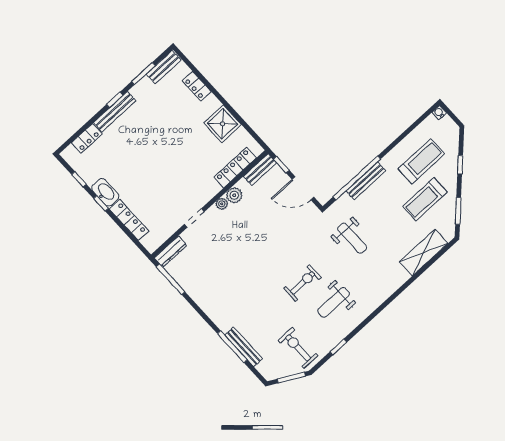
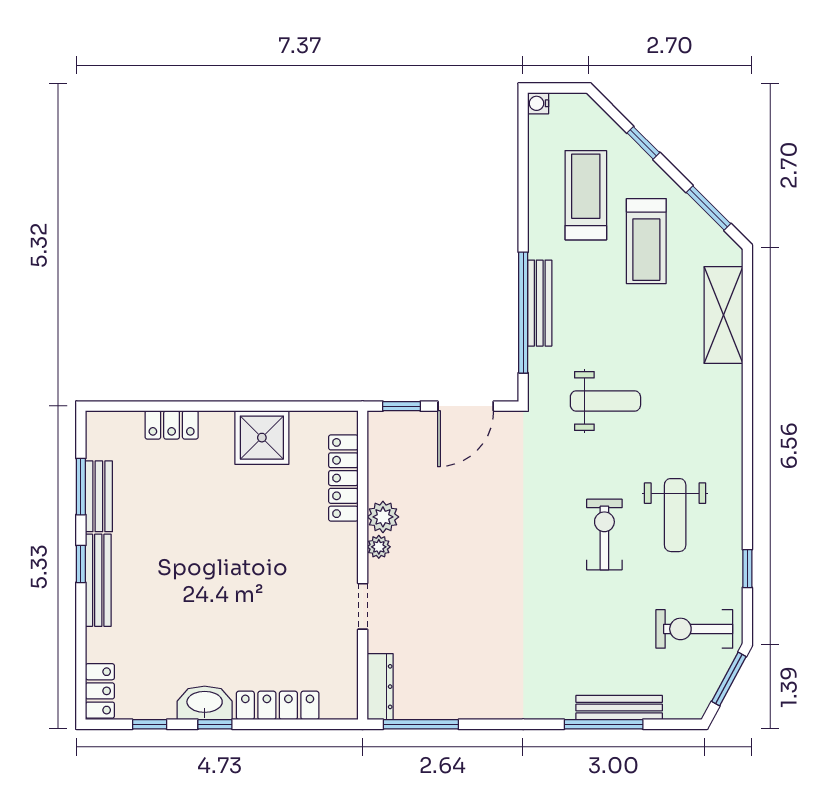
bench: (164, 67) -> (99, 496), moved
locker: (87, 138) -> (100, 691), moved
bench: (260, 170) -> (380, 444), removed

